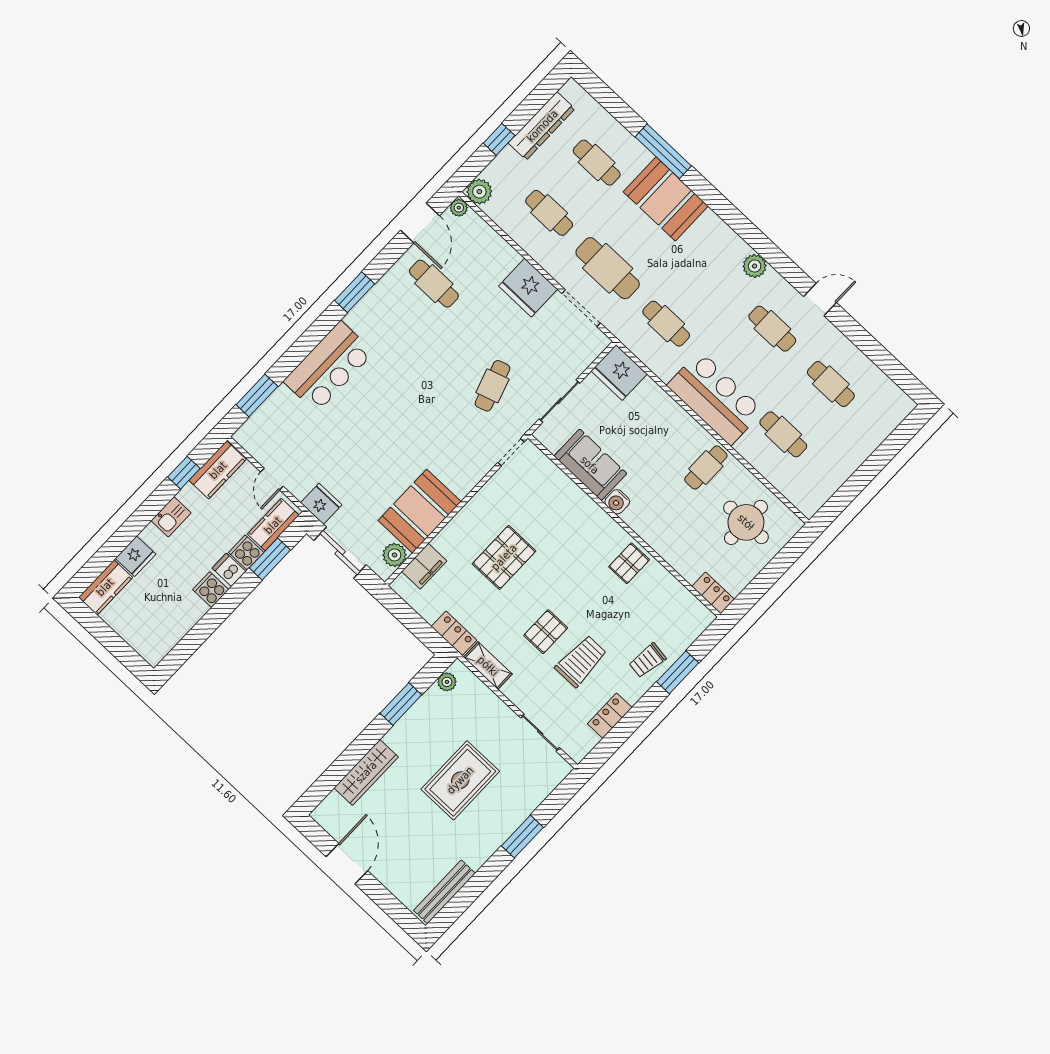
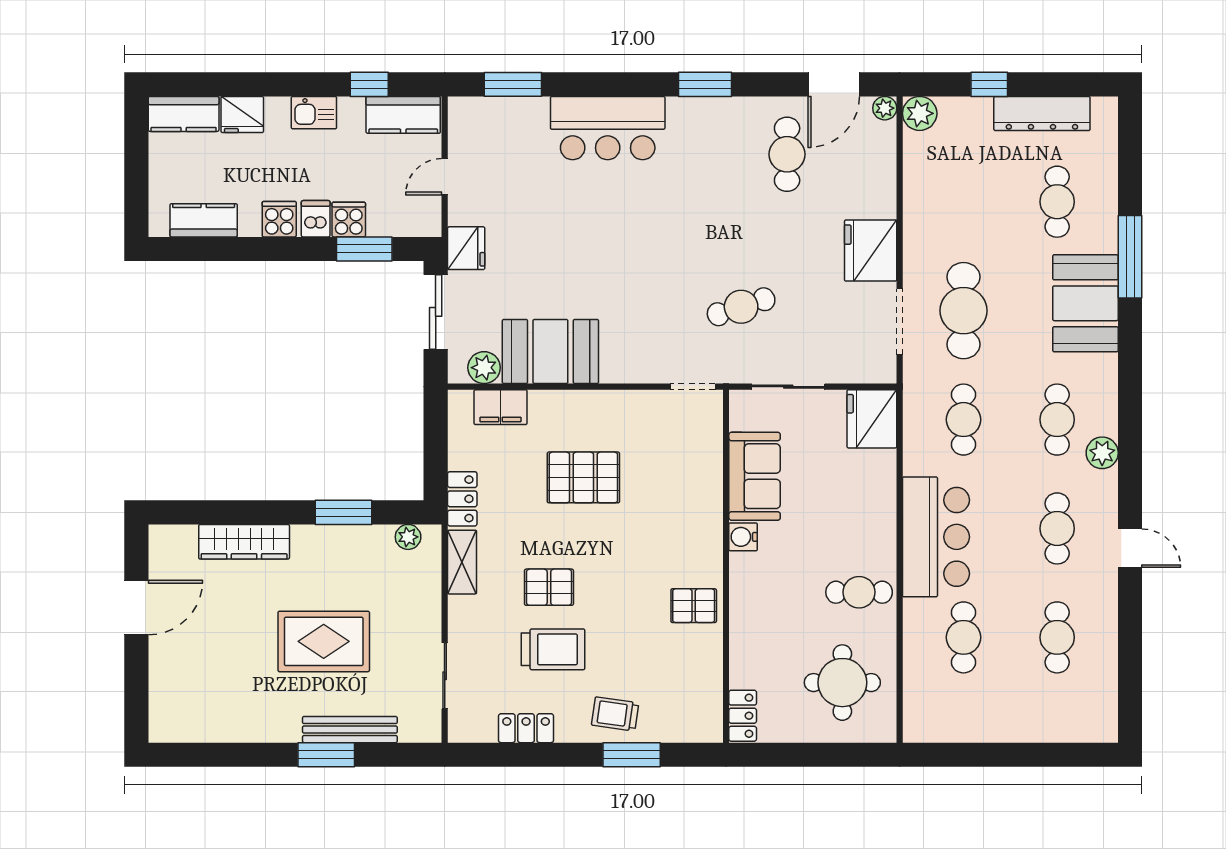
cafe table: (549, 213) -> (1057, 420), moved
kitchen counter: (273, 525) -> (204, 220), moved
bench: (444, 892) -> (350, 730), moved

